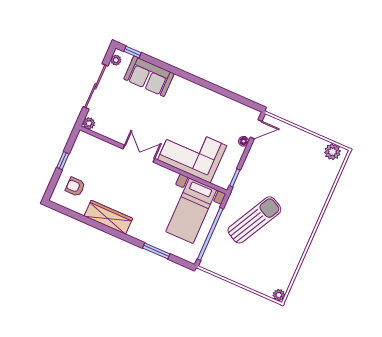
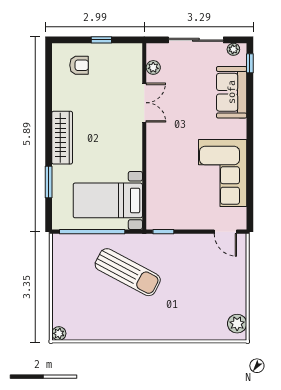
plant: (89, 123) -> (153, 67), moved
floor lamp: (244, 141) -> (207, 224), removed
corner sofa: (192, 153) -> (223, 173), moved, turned 180
double door: (139, 154) -> (144, 103), moved
armchair: (75, 187) -> (79, 65), turned 90
wardrobe: (108, 217) -> (62, 138), moved

